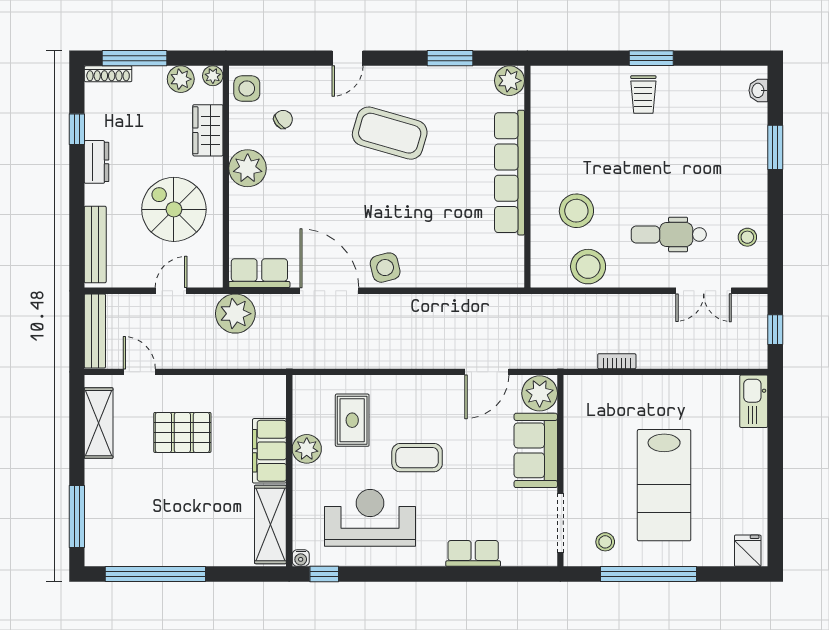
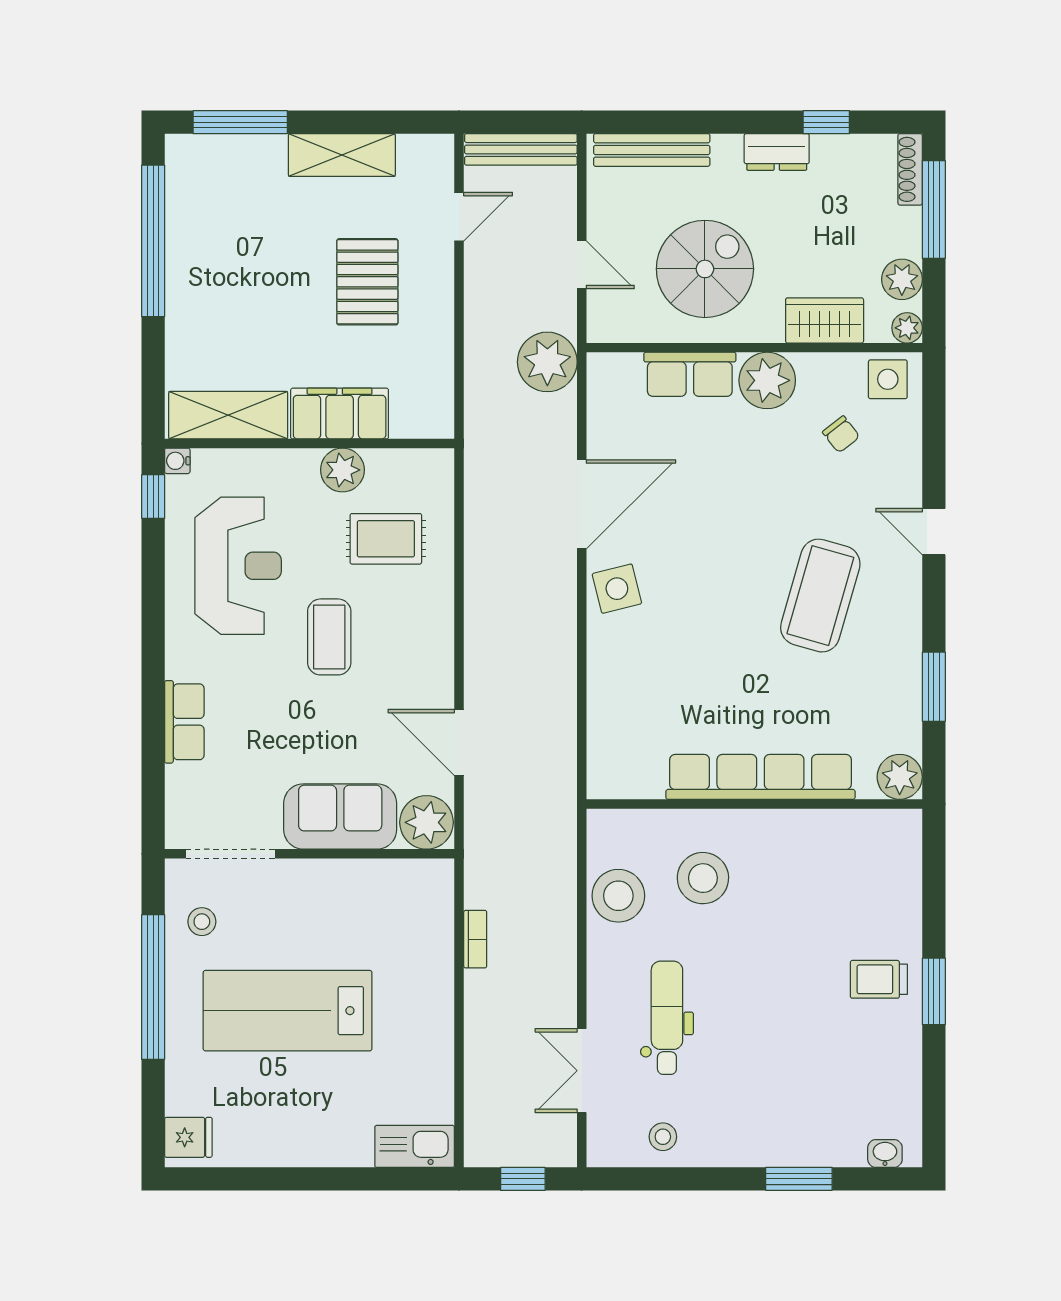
row of seats: (259, 273) -> (690, 374), moved, turned 90
shelving: (99, 423) -> (342, 155), moved

